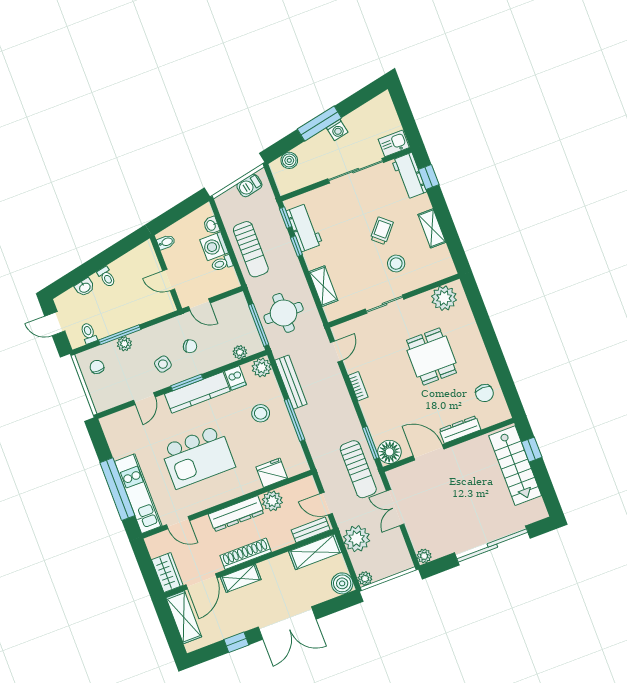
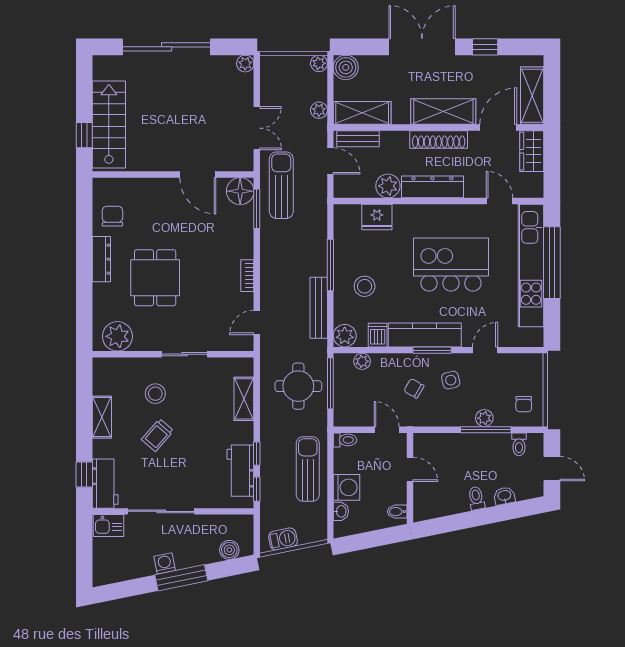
toilet: (222, 263) -> (345, 440), moved
dresser: (460, 430) -> (101, 259), moved, turned -90
kitchen unit: (138, 494) -> (531, 265), width x1.36
plant: (357, 539) -> (319, 110), width x0.53, depth x0.53
shelving: (241, 578) -> (443, 112), width x1.50, depth x1.33

